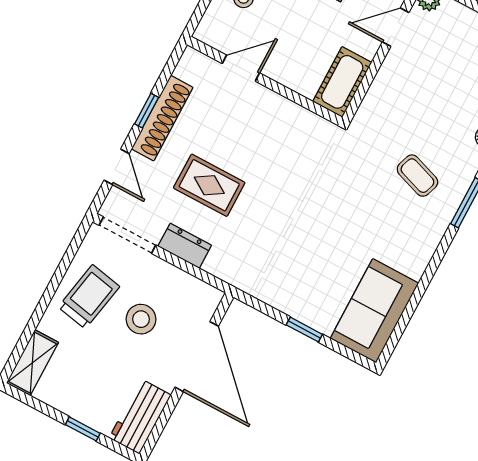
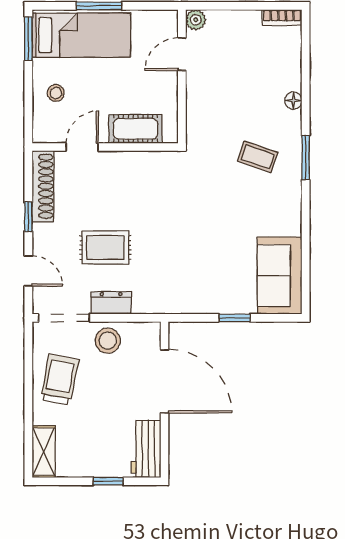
cot: (342, 82) -> (136, 129), moved, turned 90
shoe rack: (162, 118) -> (43, 186), moved
stool: (141, 319) -> (108, 341), moved

